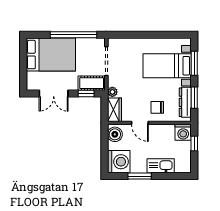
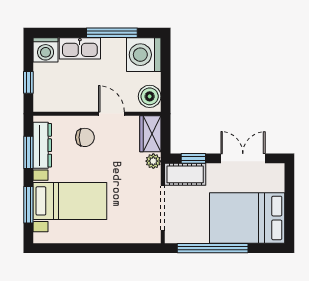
washing machine: (183, 132) -> (46, 50), moved, turned 180
window: (140, 176) -> (112, 33), width x1.44

